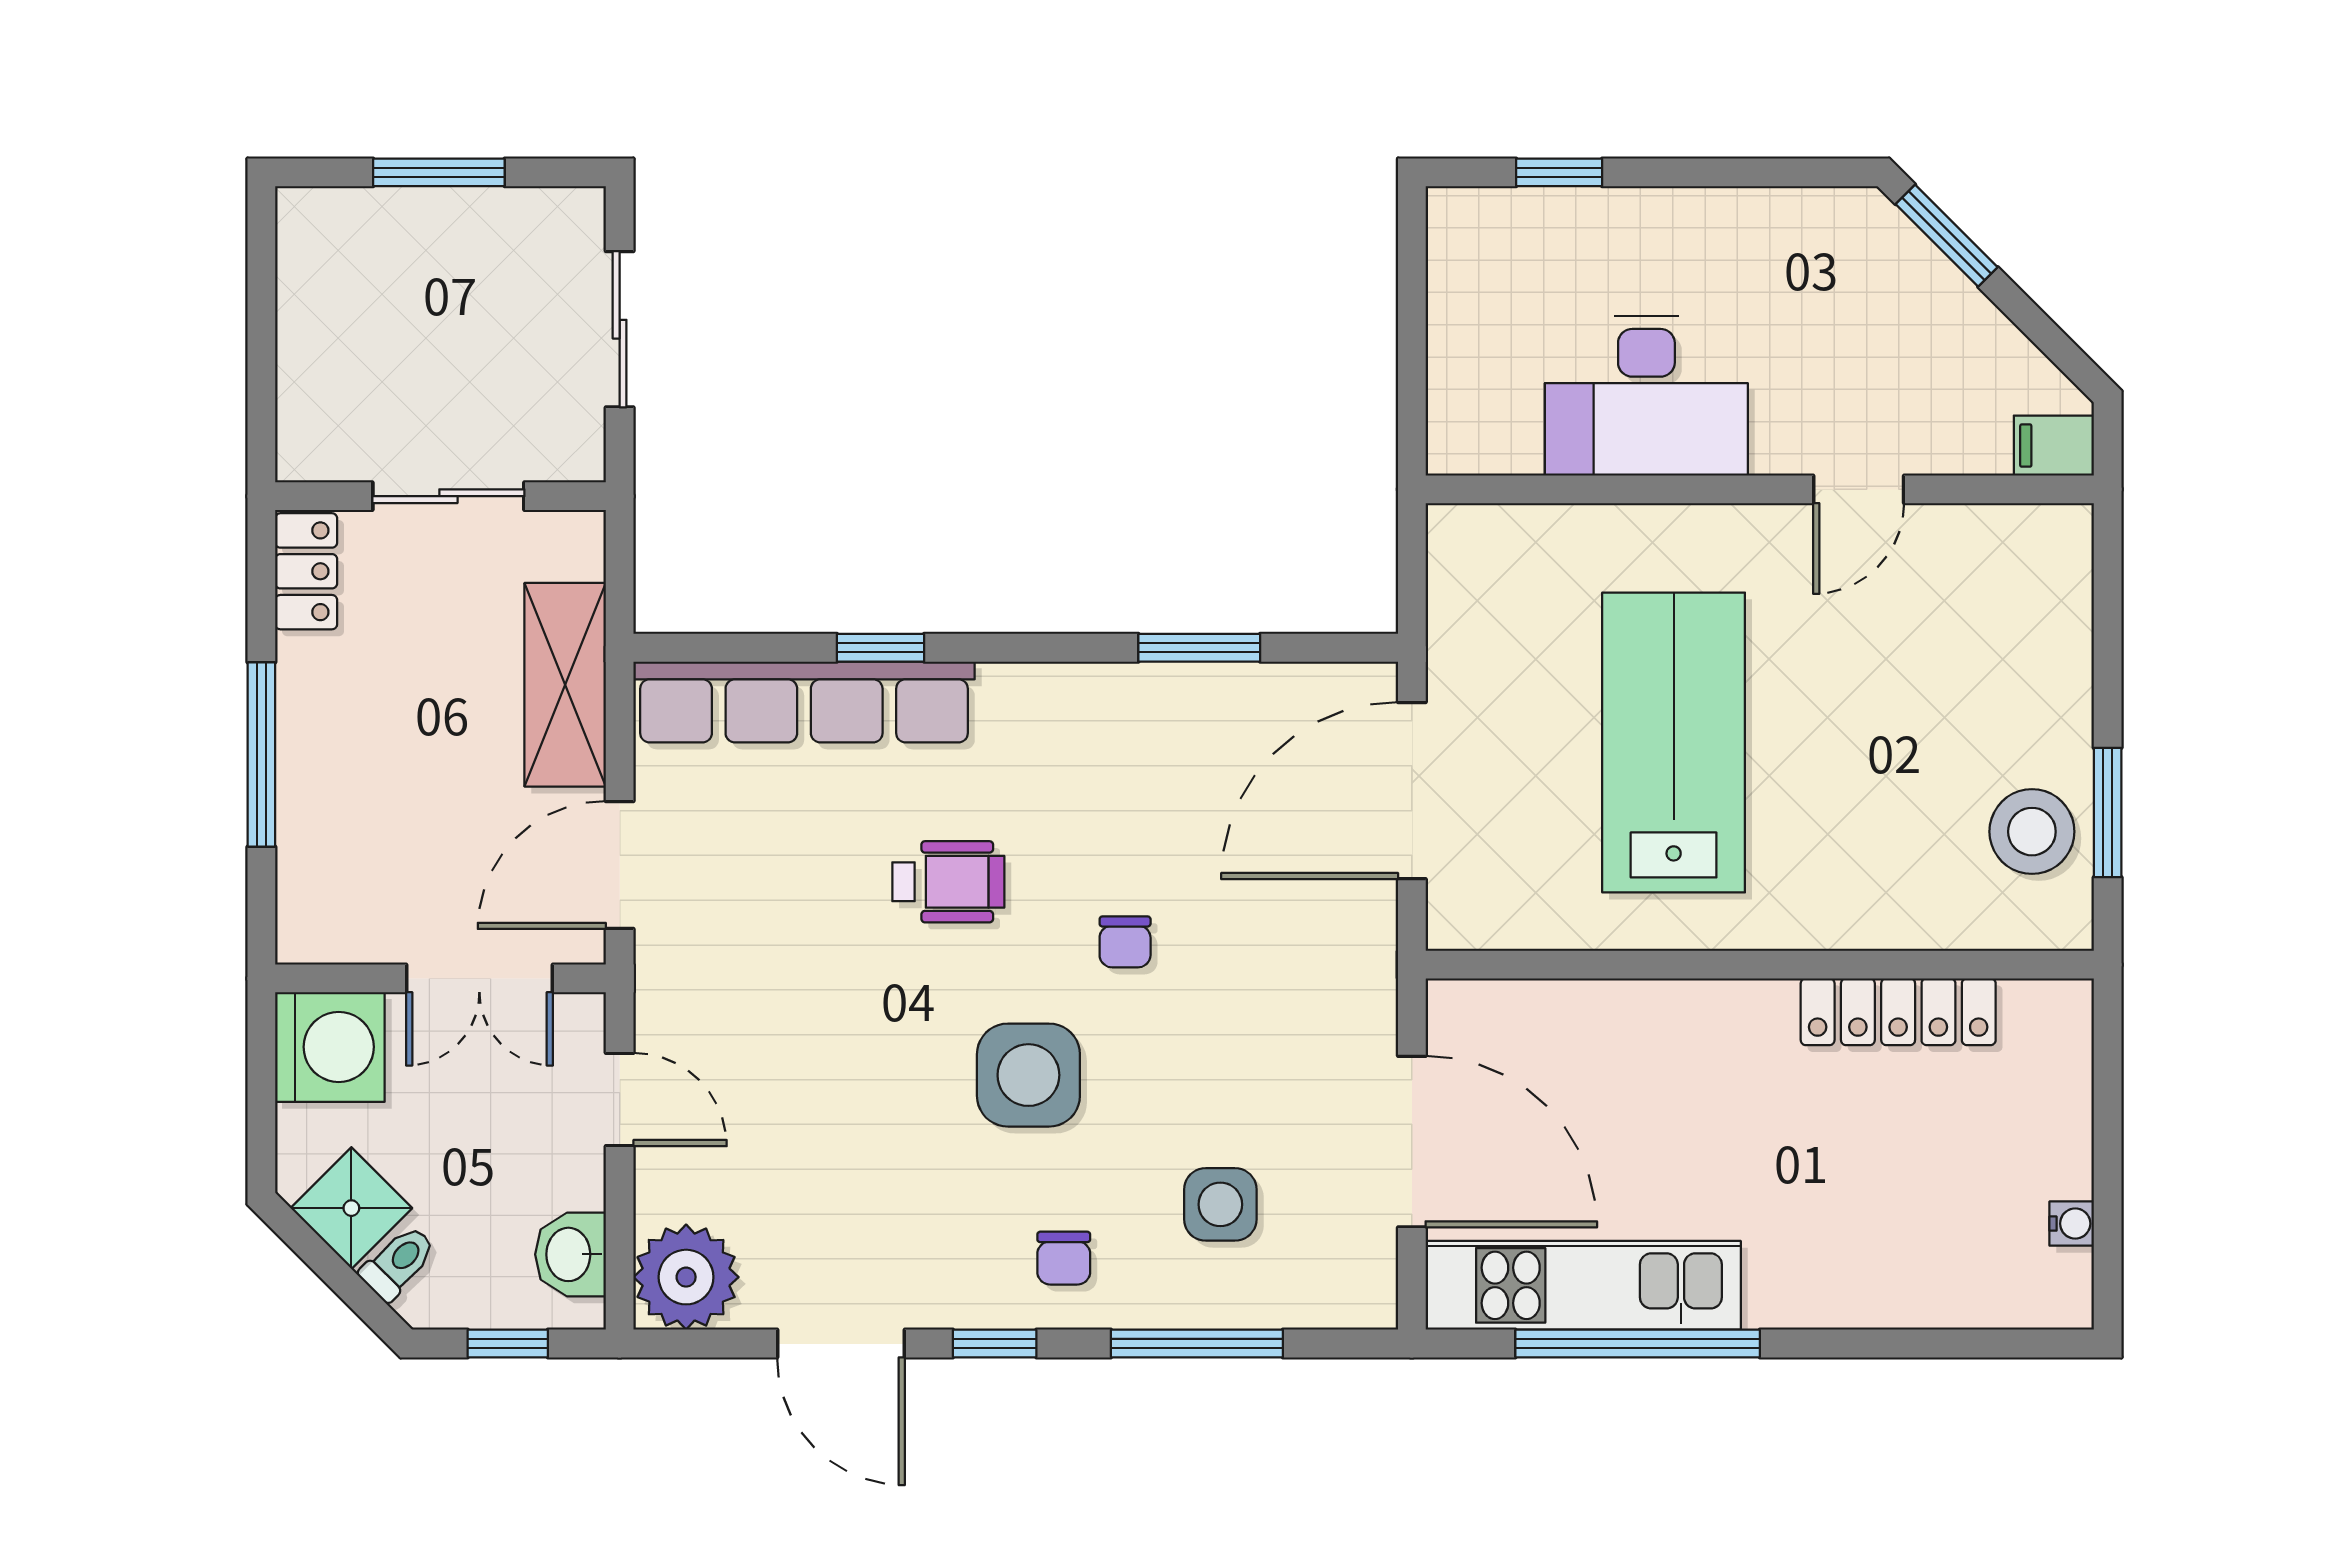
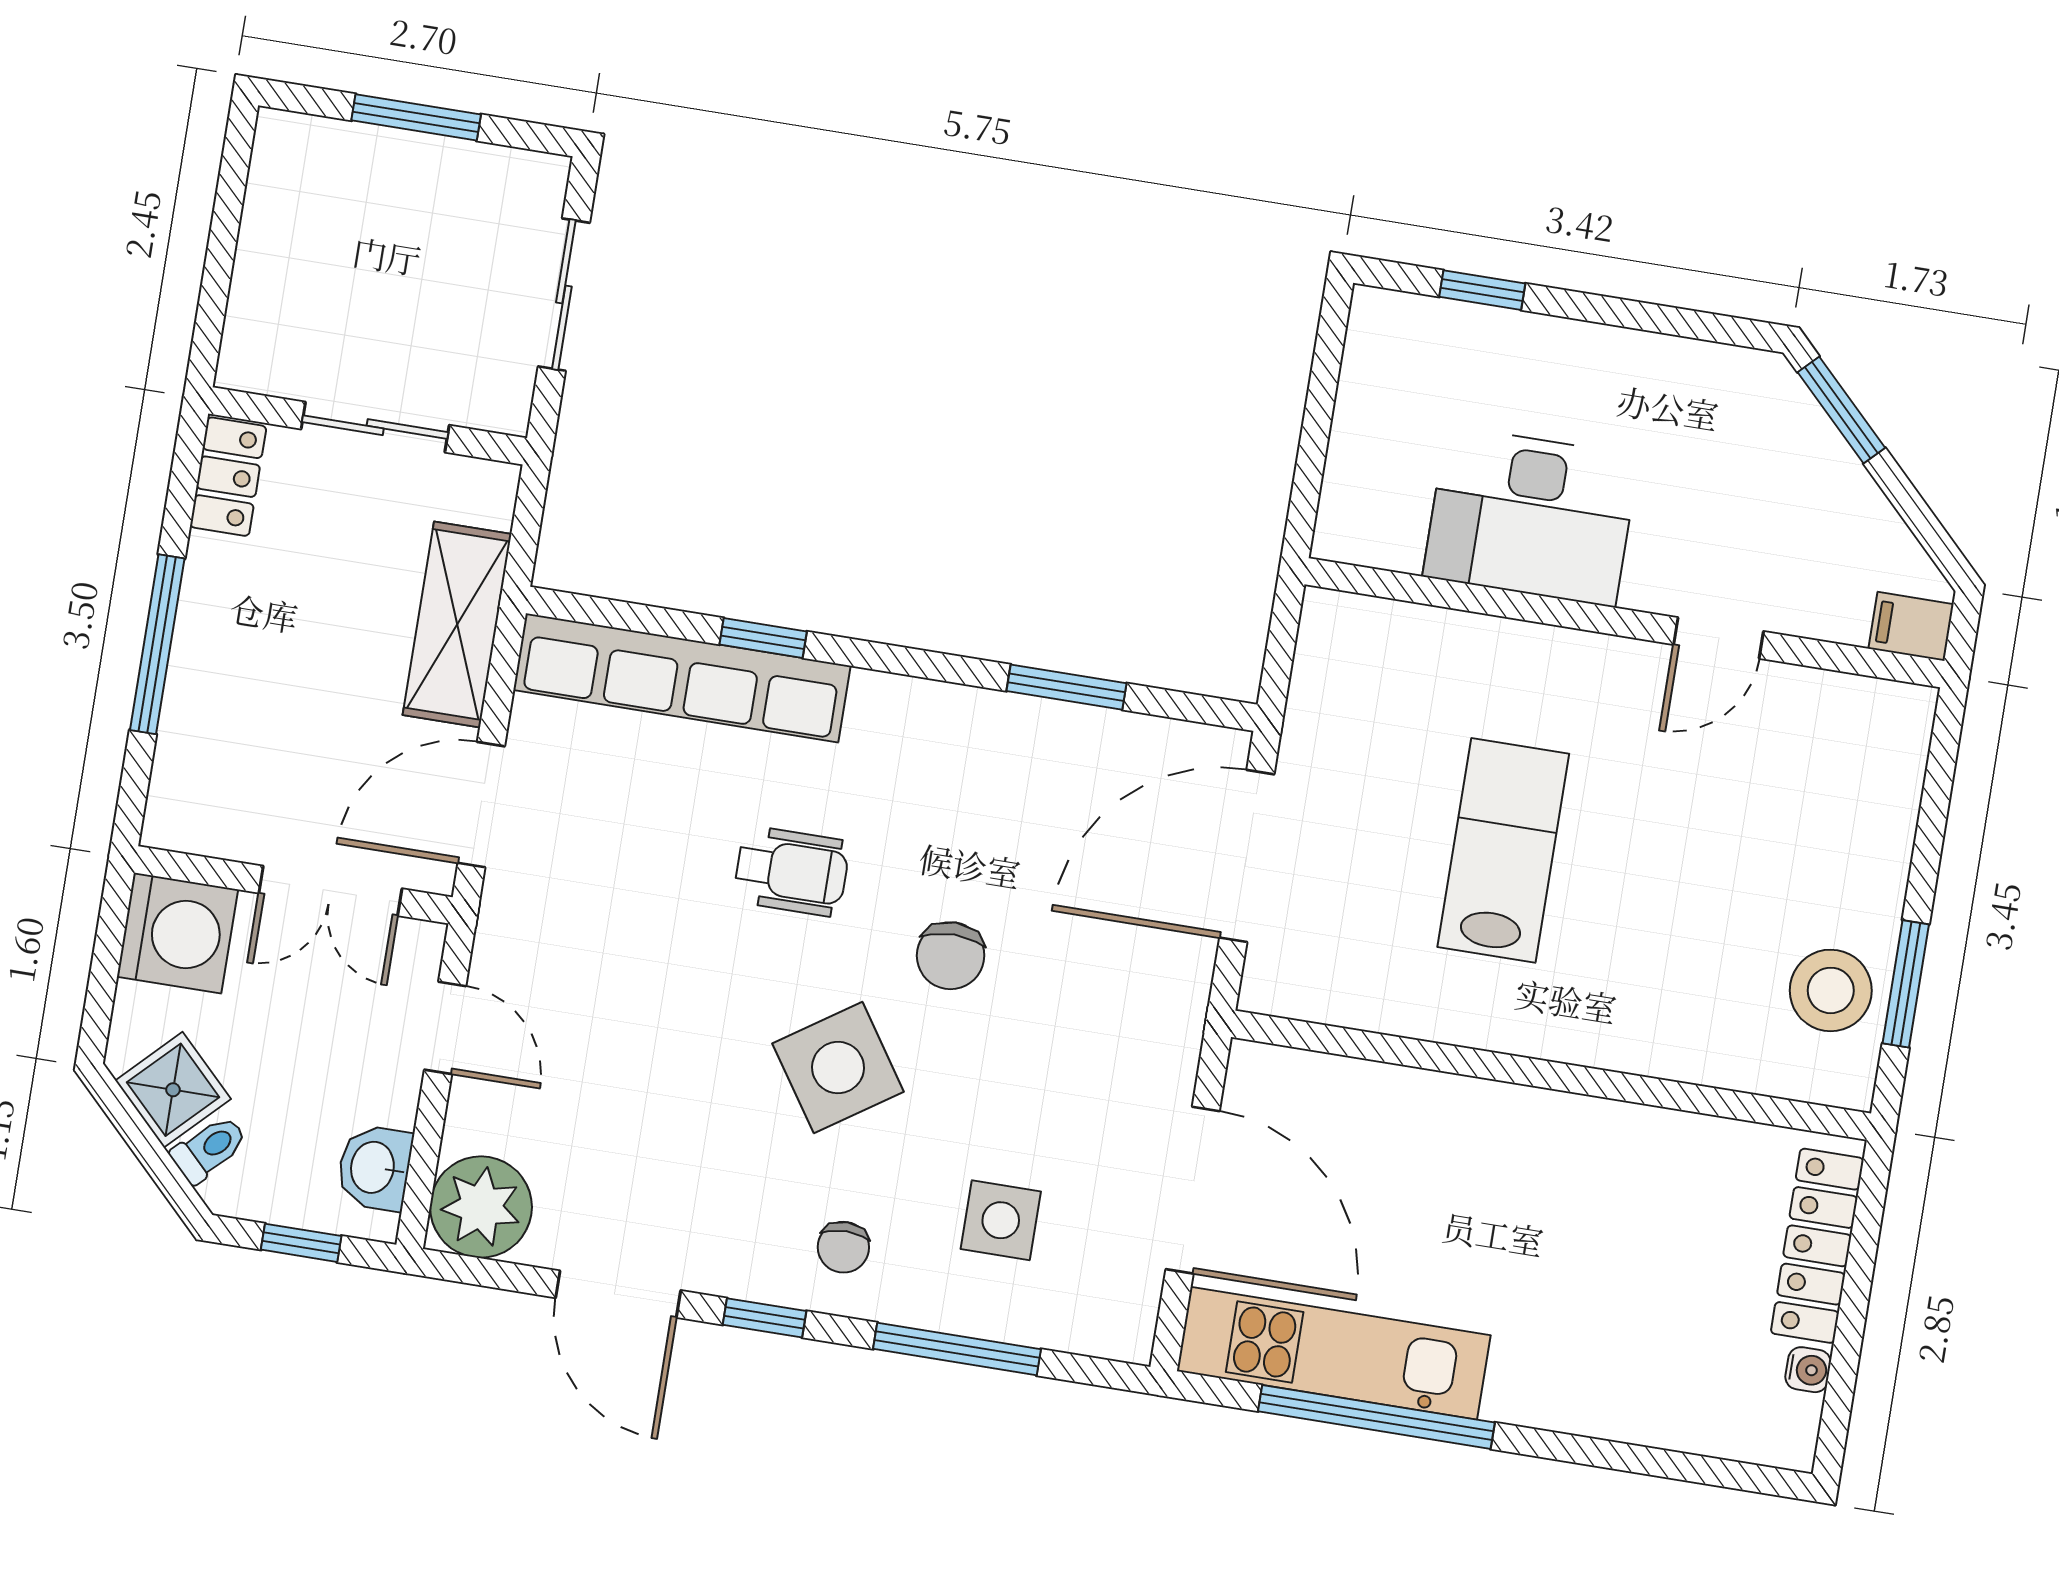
lab bench: (1674, 742) -> (1503, 850), width x0.73, depth x0.72
chair: (1125, 942) -> (951, 956), width x1.37, depth x1.37
locker: (1898, 1012) -> (1817, 1246), moved, turned 90
side table: (1028, 1075) -> (838, 1068), turned -34

